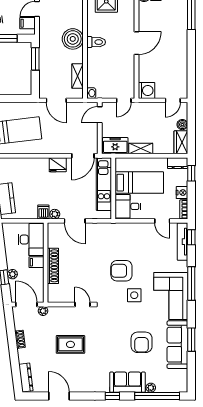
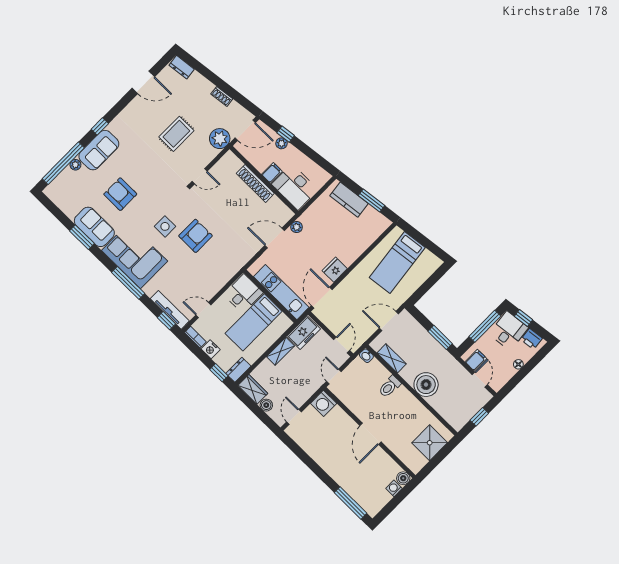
toilet: (96, 42) -> (390, 387), moved
dishwasher: (43, 212) -> (308, 219), removed
plant: (43, 311) -> (220, 139), width x1.88, depth x1.88
sofa: (177, 345) -> (94, 227), width x0.73
dresser: (26, 377) -> (182, 67), width x0.70

